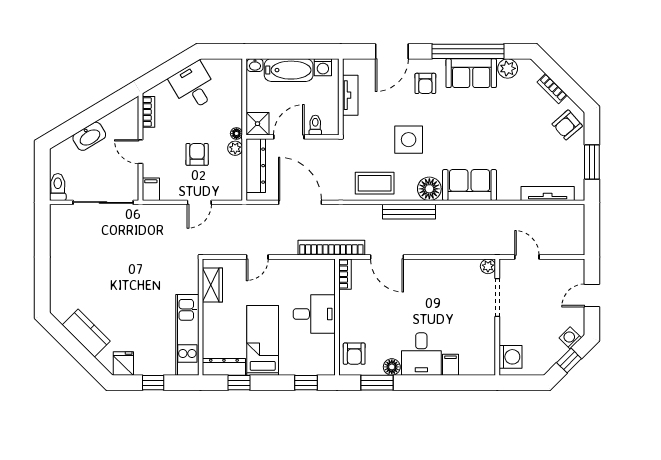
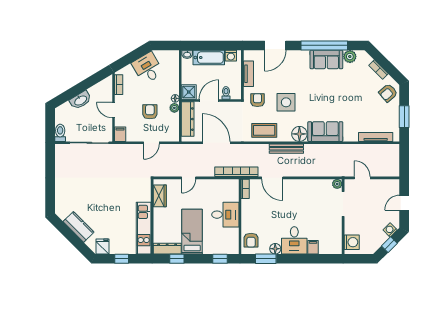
armchair: (425, 83) -> (257, 100), moved, turned 180

